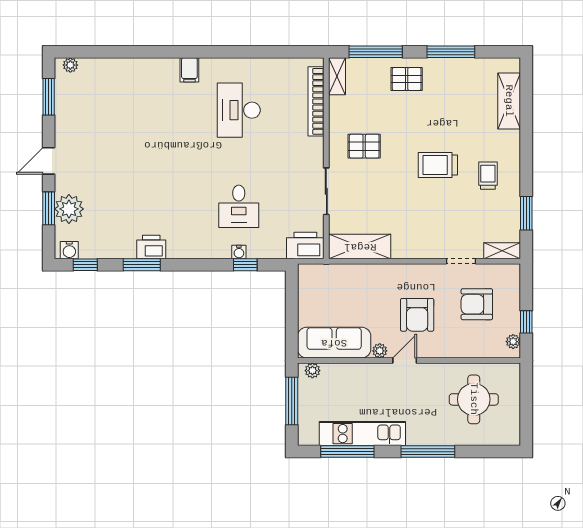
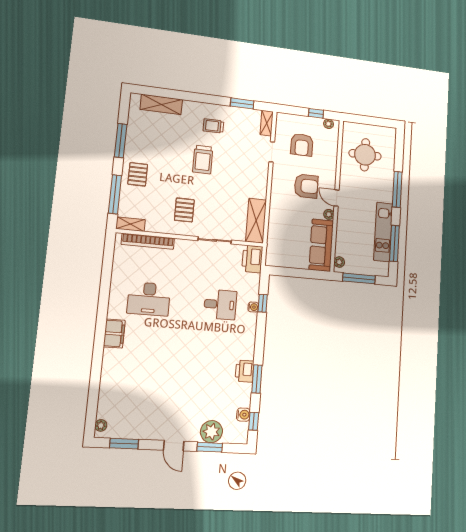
filing cabinet: (189, 70) -> (114, 334), width x2.00
water cooler: (69, 250) -> (243, 415), moved

